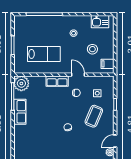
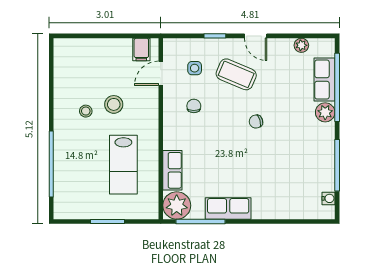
kitchen sink: (100, 22) -> (65, 63), removed
stool: (92, 49) -> (114, 104), moved
lab bench: (44, 54) -> (123, 165), turned 180
door: (78, 75) -> (161, 73), moved
row of seats: (57, 81) -> (172, 170), moved
door: (115, 141) -> (256, 36), moved

